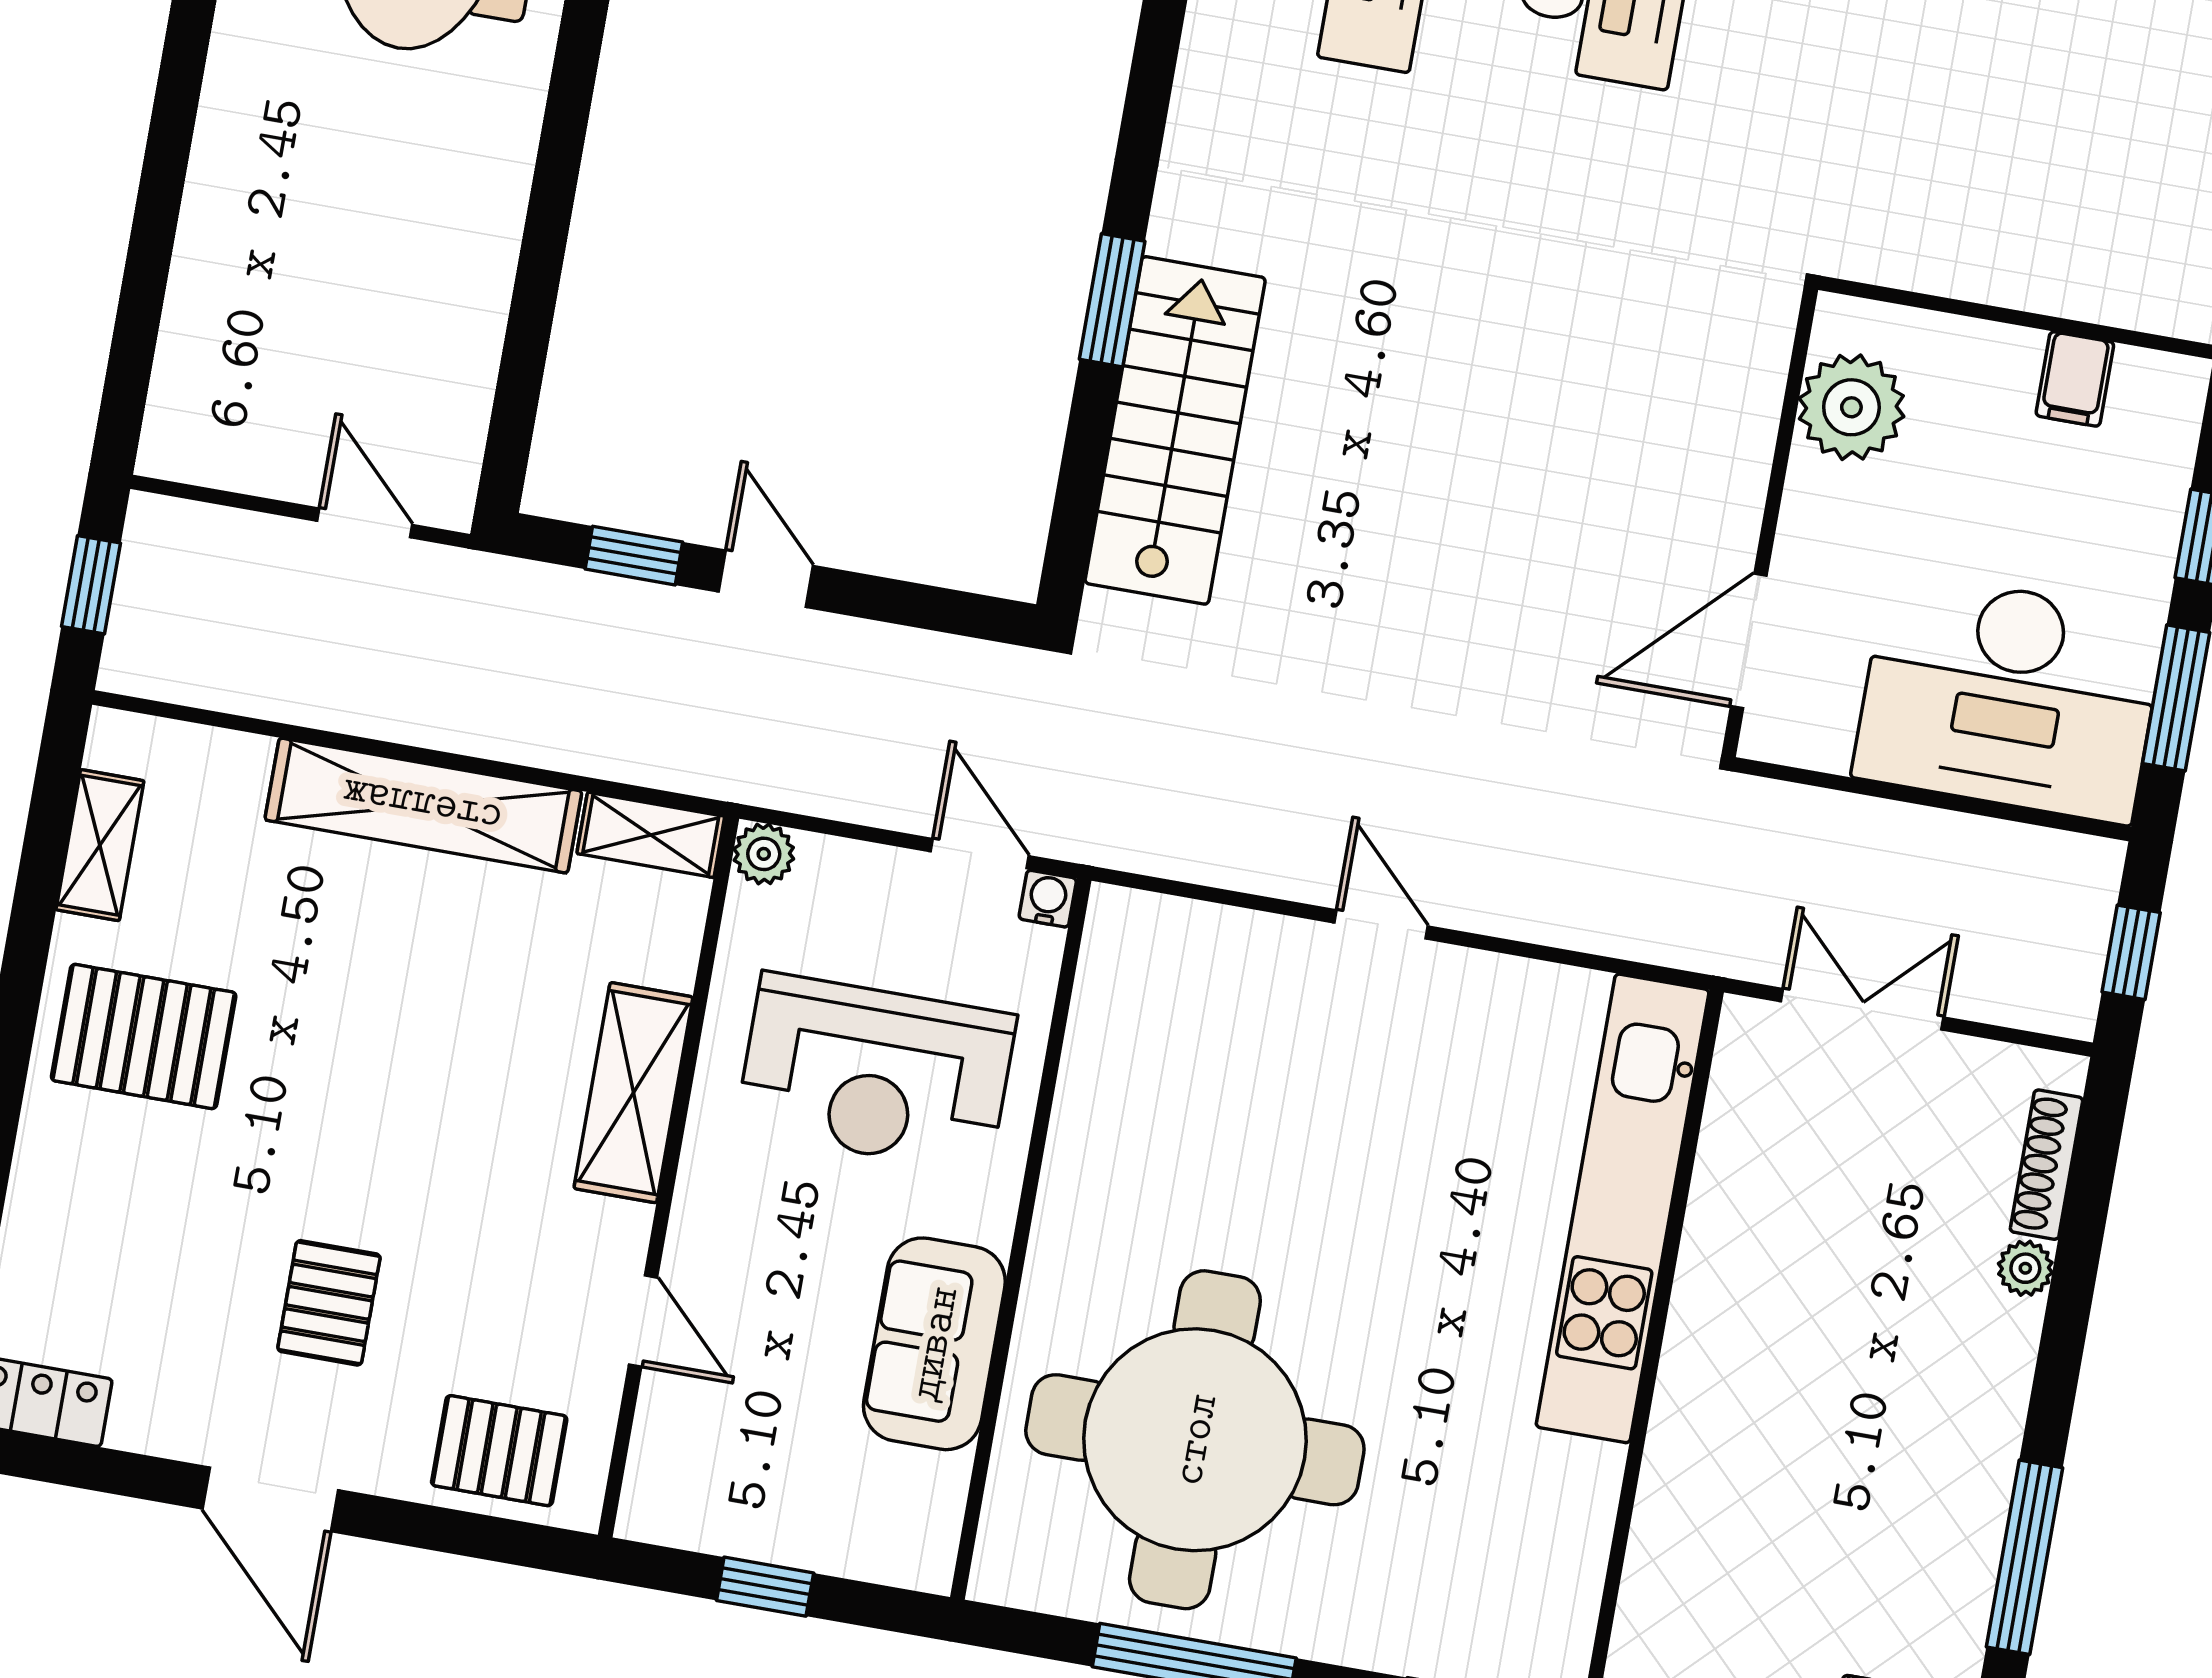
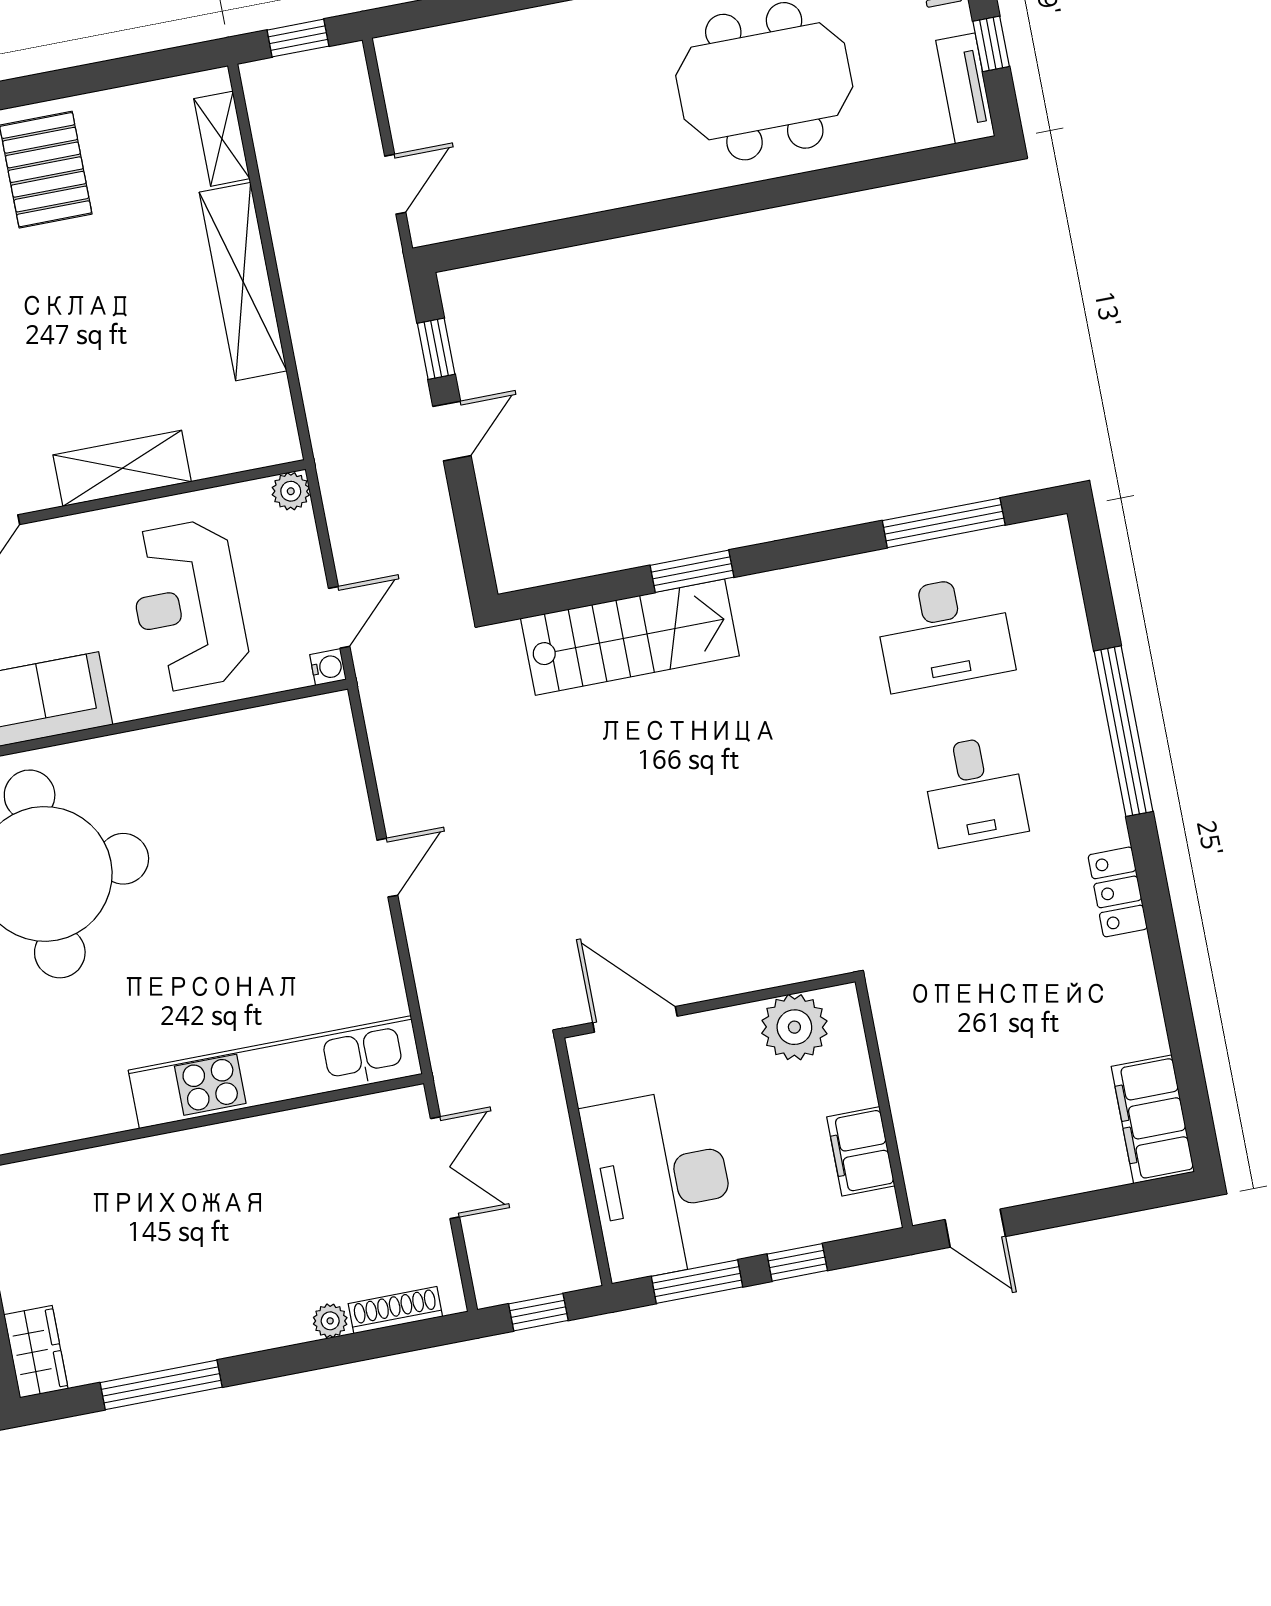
filing cabinet: (2075, 379) -> (861, 1151), width x2.00
shelving: (651, 835) -> (277, 421), removed
shelving: (100, 845) -> (222, 139), moved, turned 90

